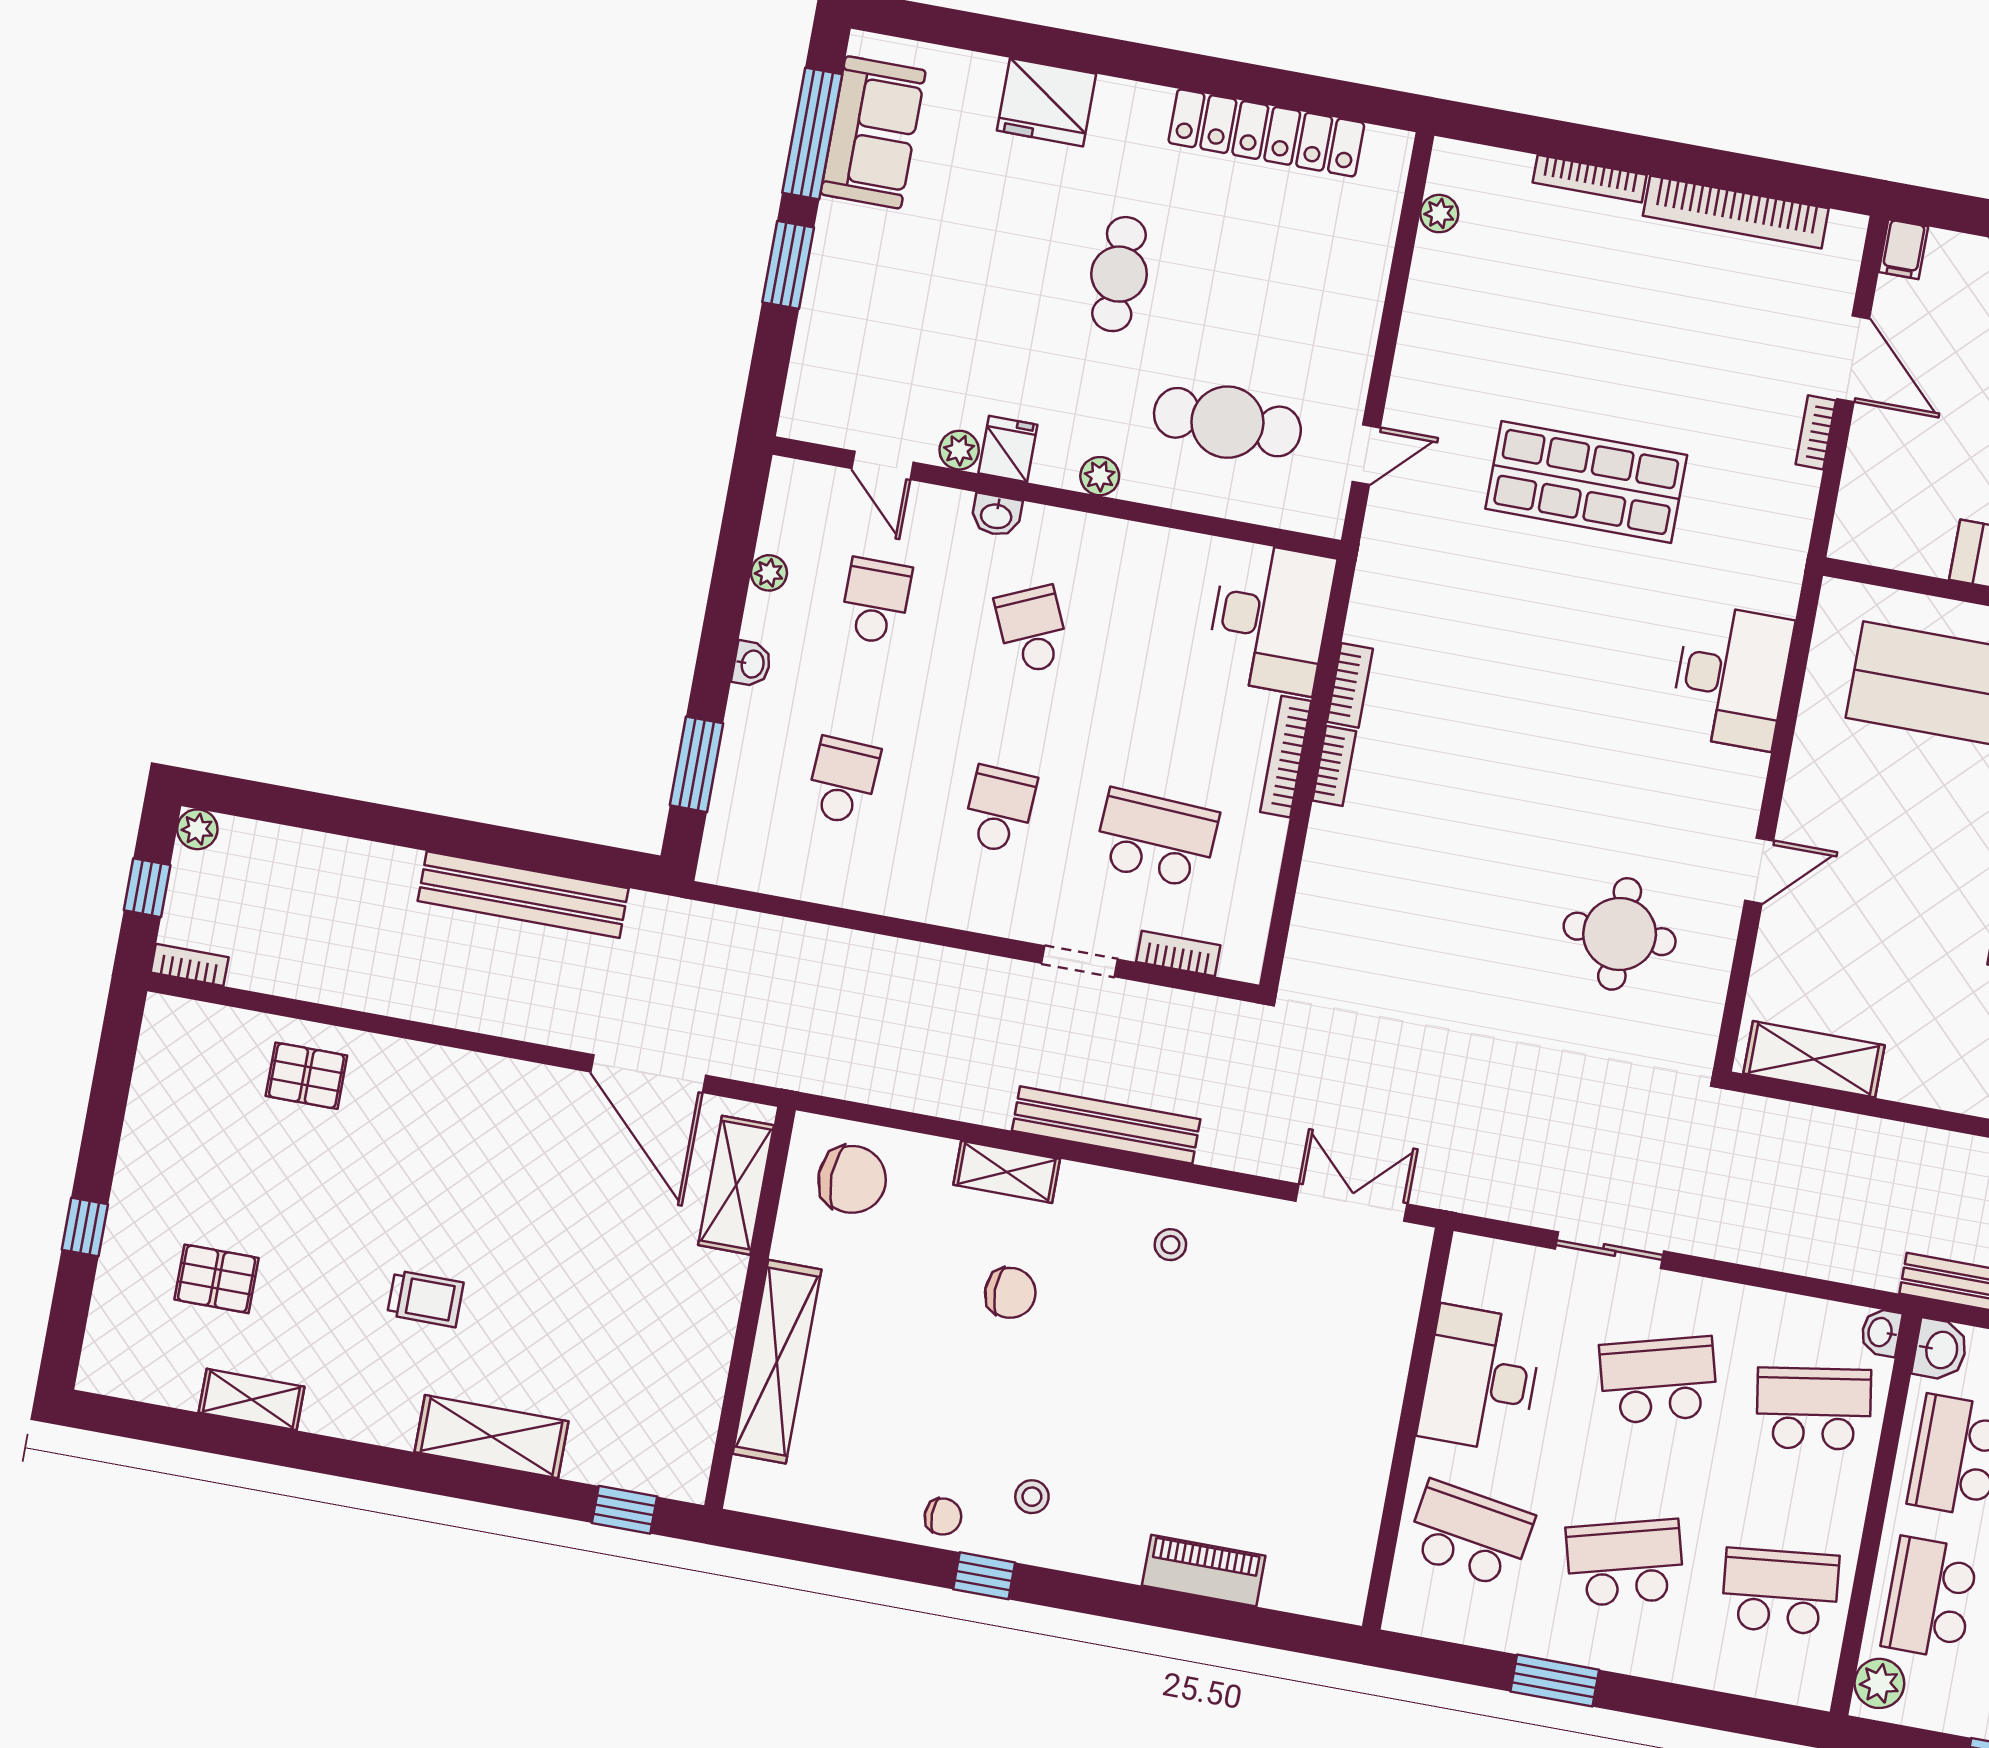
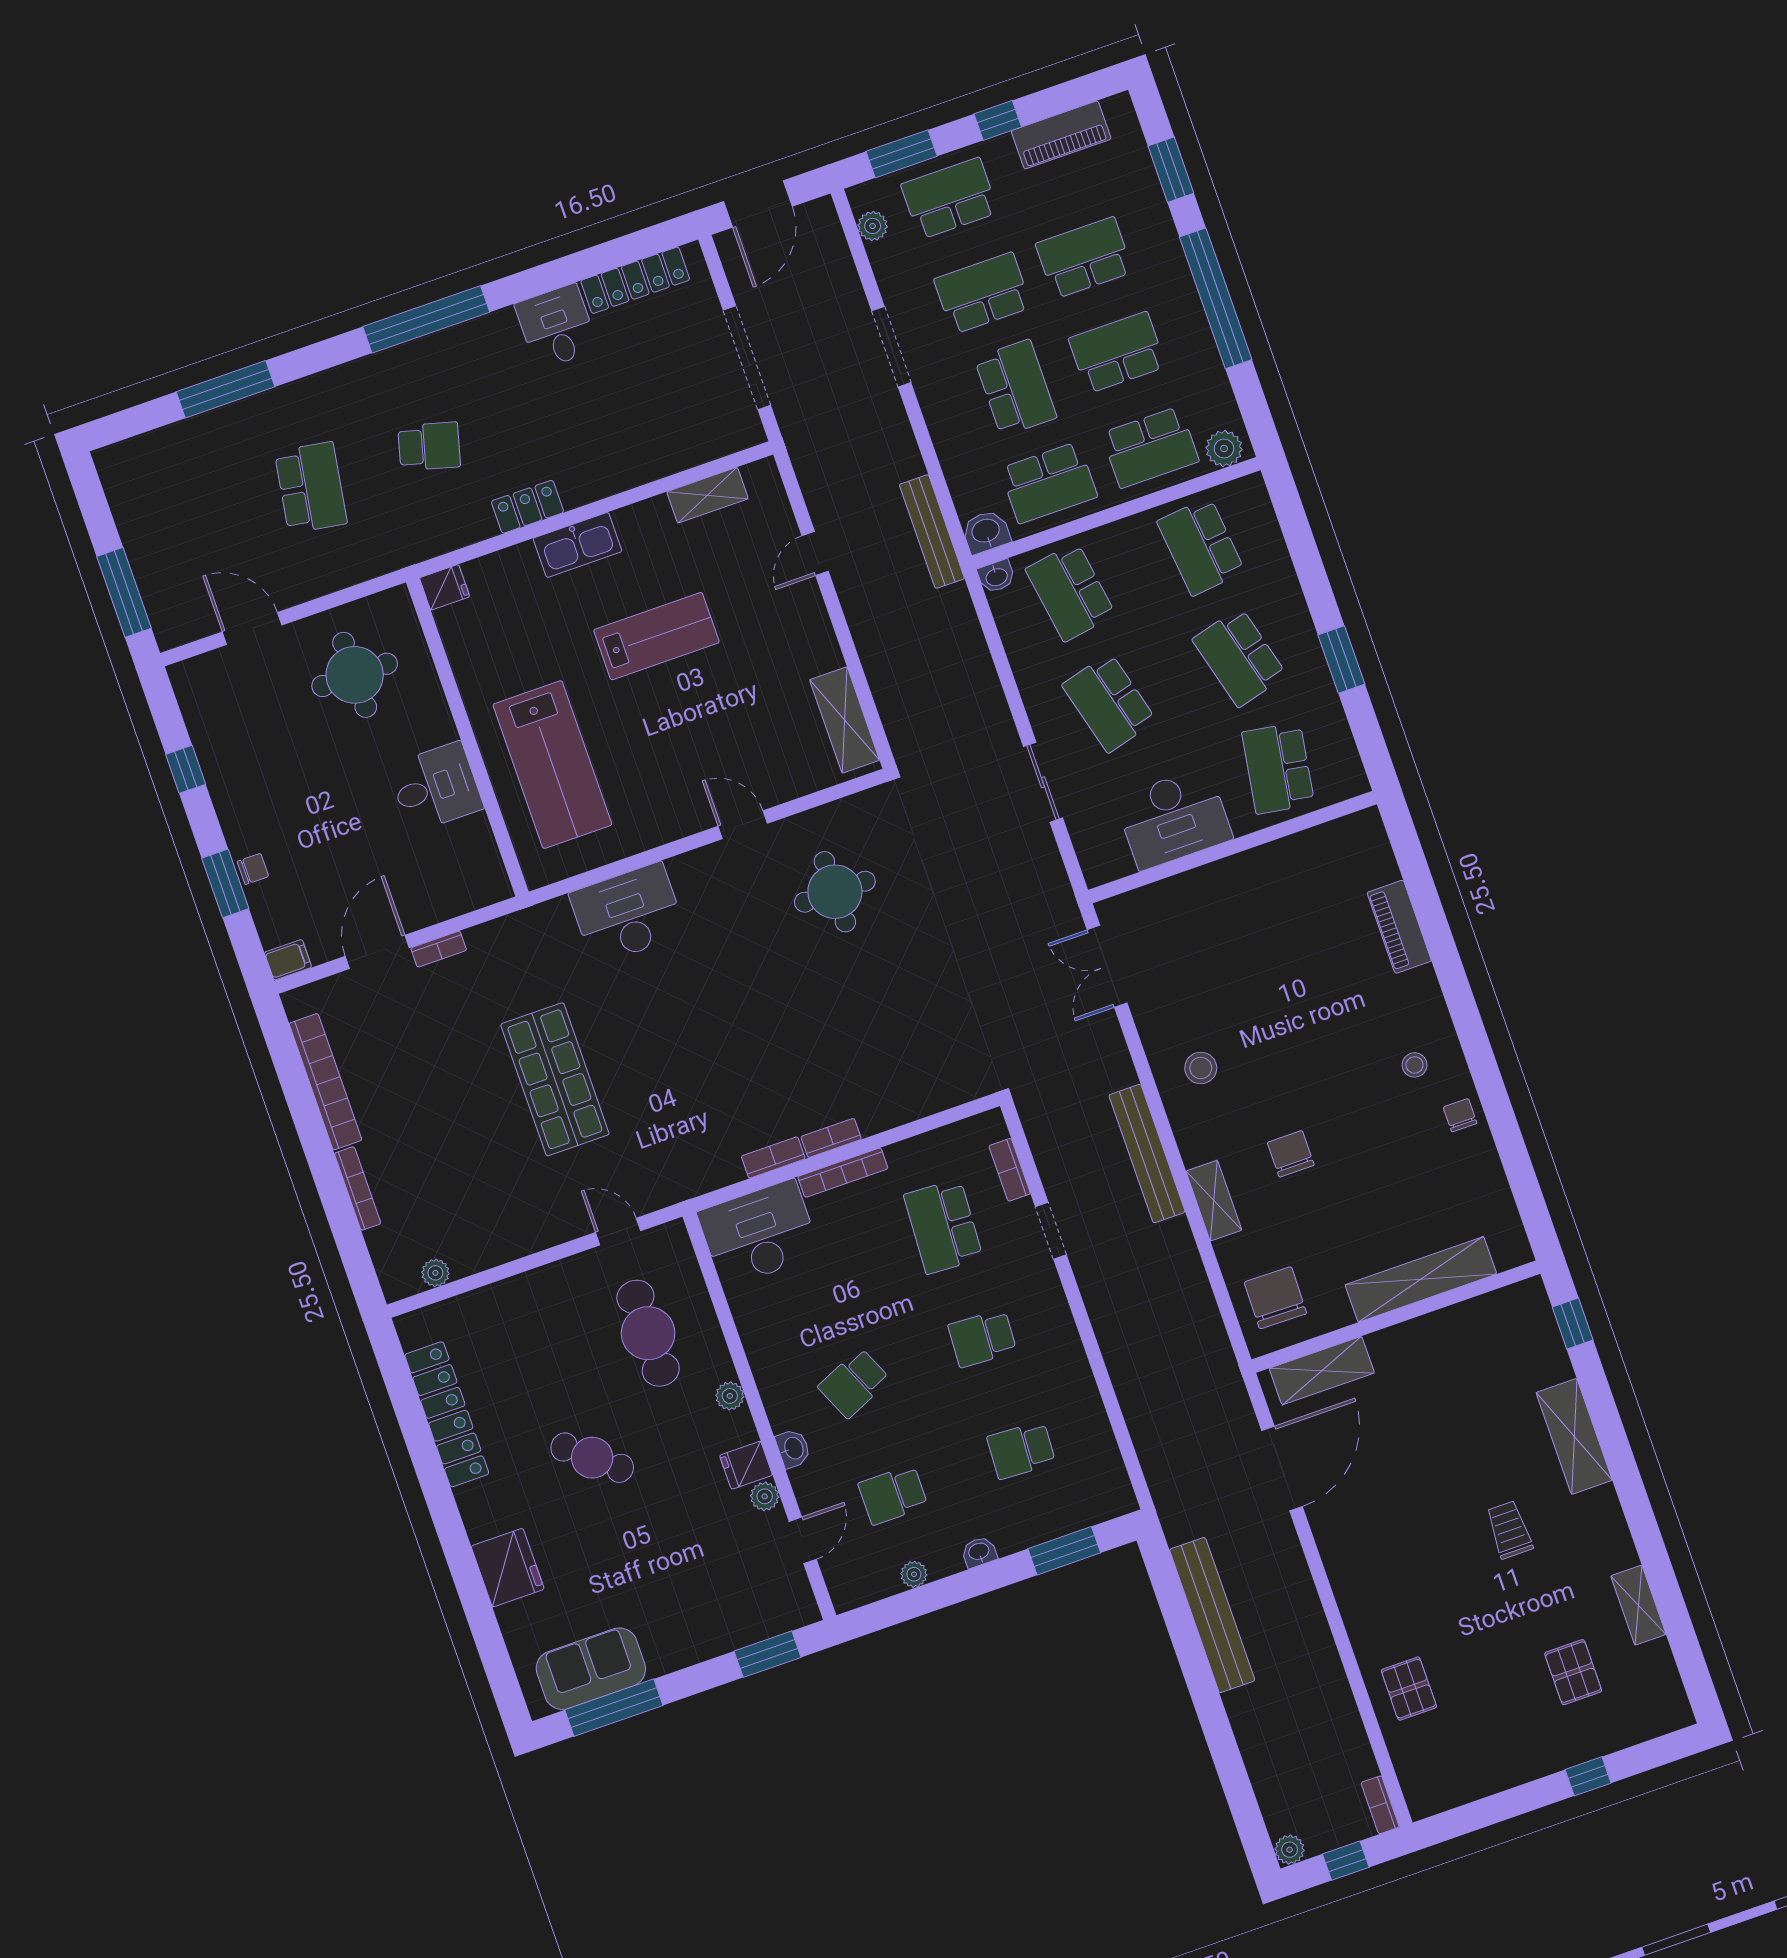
window: (788, 265) -> (767, 1654), moved
cafe table: (1119, 274) -> (592, 1458), turned 40
stool: (1170, 1245) -> (1201, 1068), width x1.37, depth x1.37
window: (984, 1576) -> (1483, 1067), removed

